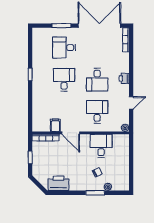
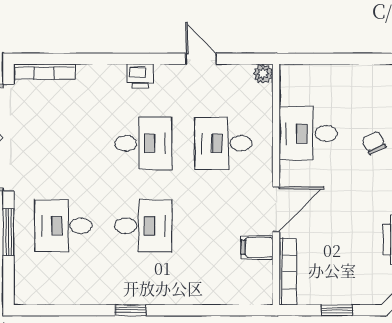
desk: (64, 48) -> (63, 226), turned 90
desk: (64, 80) -> (143, 226), turned 180

